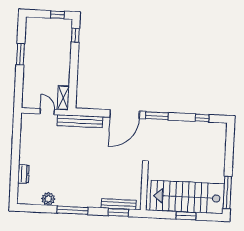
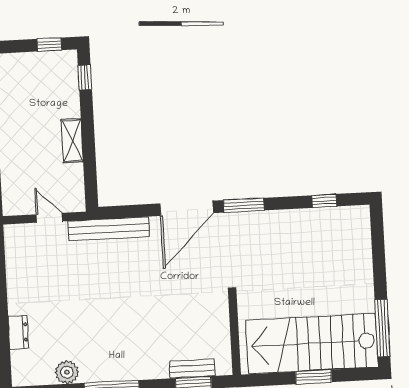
shelving: (63, 98) -> (72, 141), moved
bench: (119, 204) -> (192, 369), width x0.73

